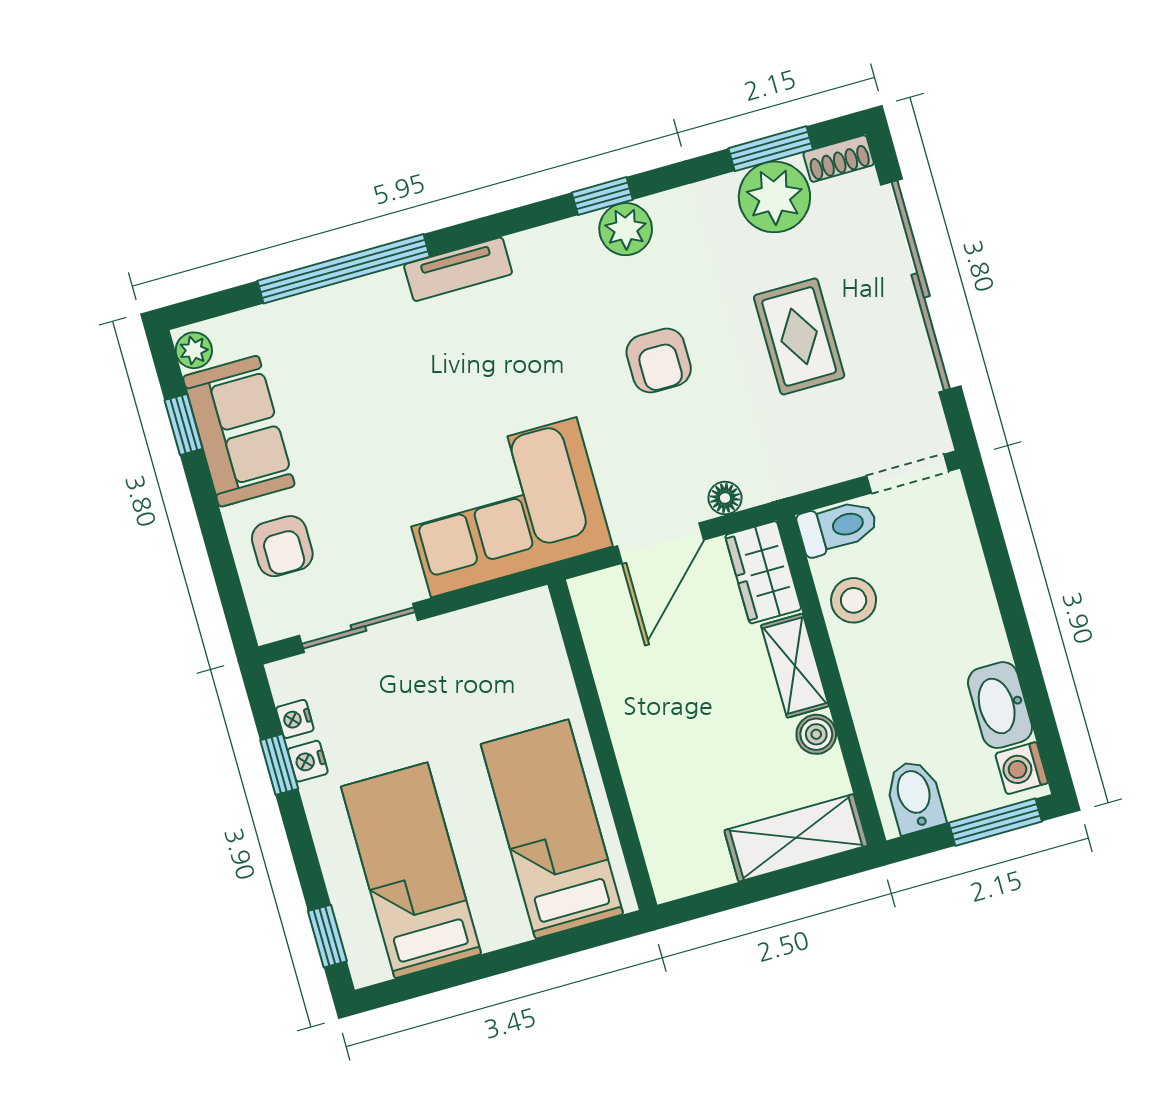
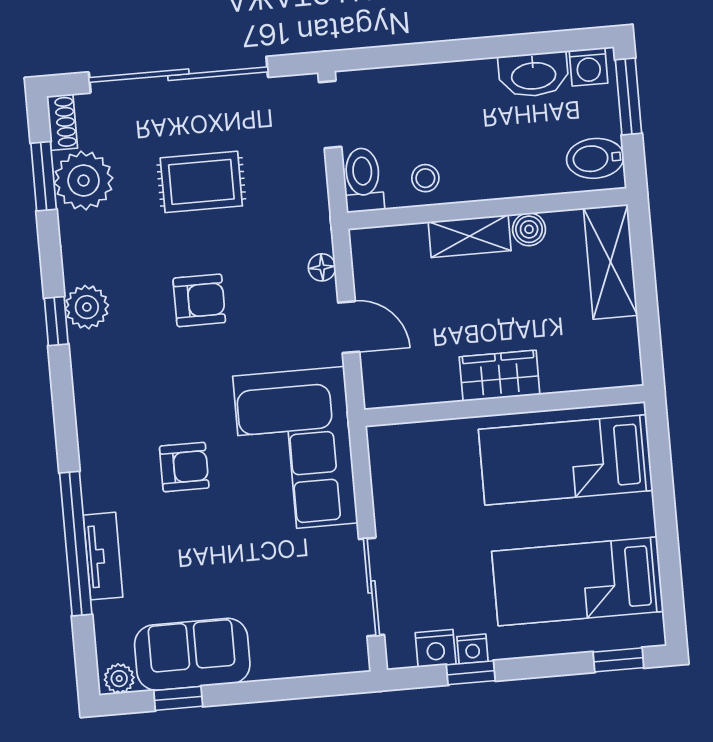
tv unit: (458, 269) -> (103, 556), moved
door: (660, 543) -> (349, 327), width x0.73
armchair: (282, 546) -> (184, 467), moved
wardrobe: (763, 572) -> (500, 376), moved, turned 180
stool: (854, 600) -> (425, 178), width x0.73, depth x0.73
nightstand: (295, 719) -> (436, 648), width x1.39, depth x1.35

